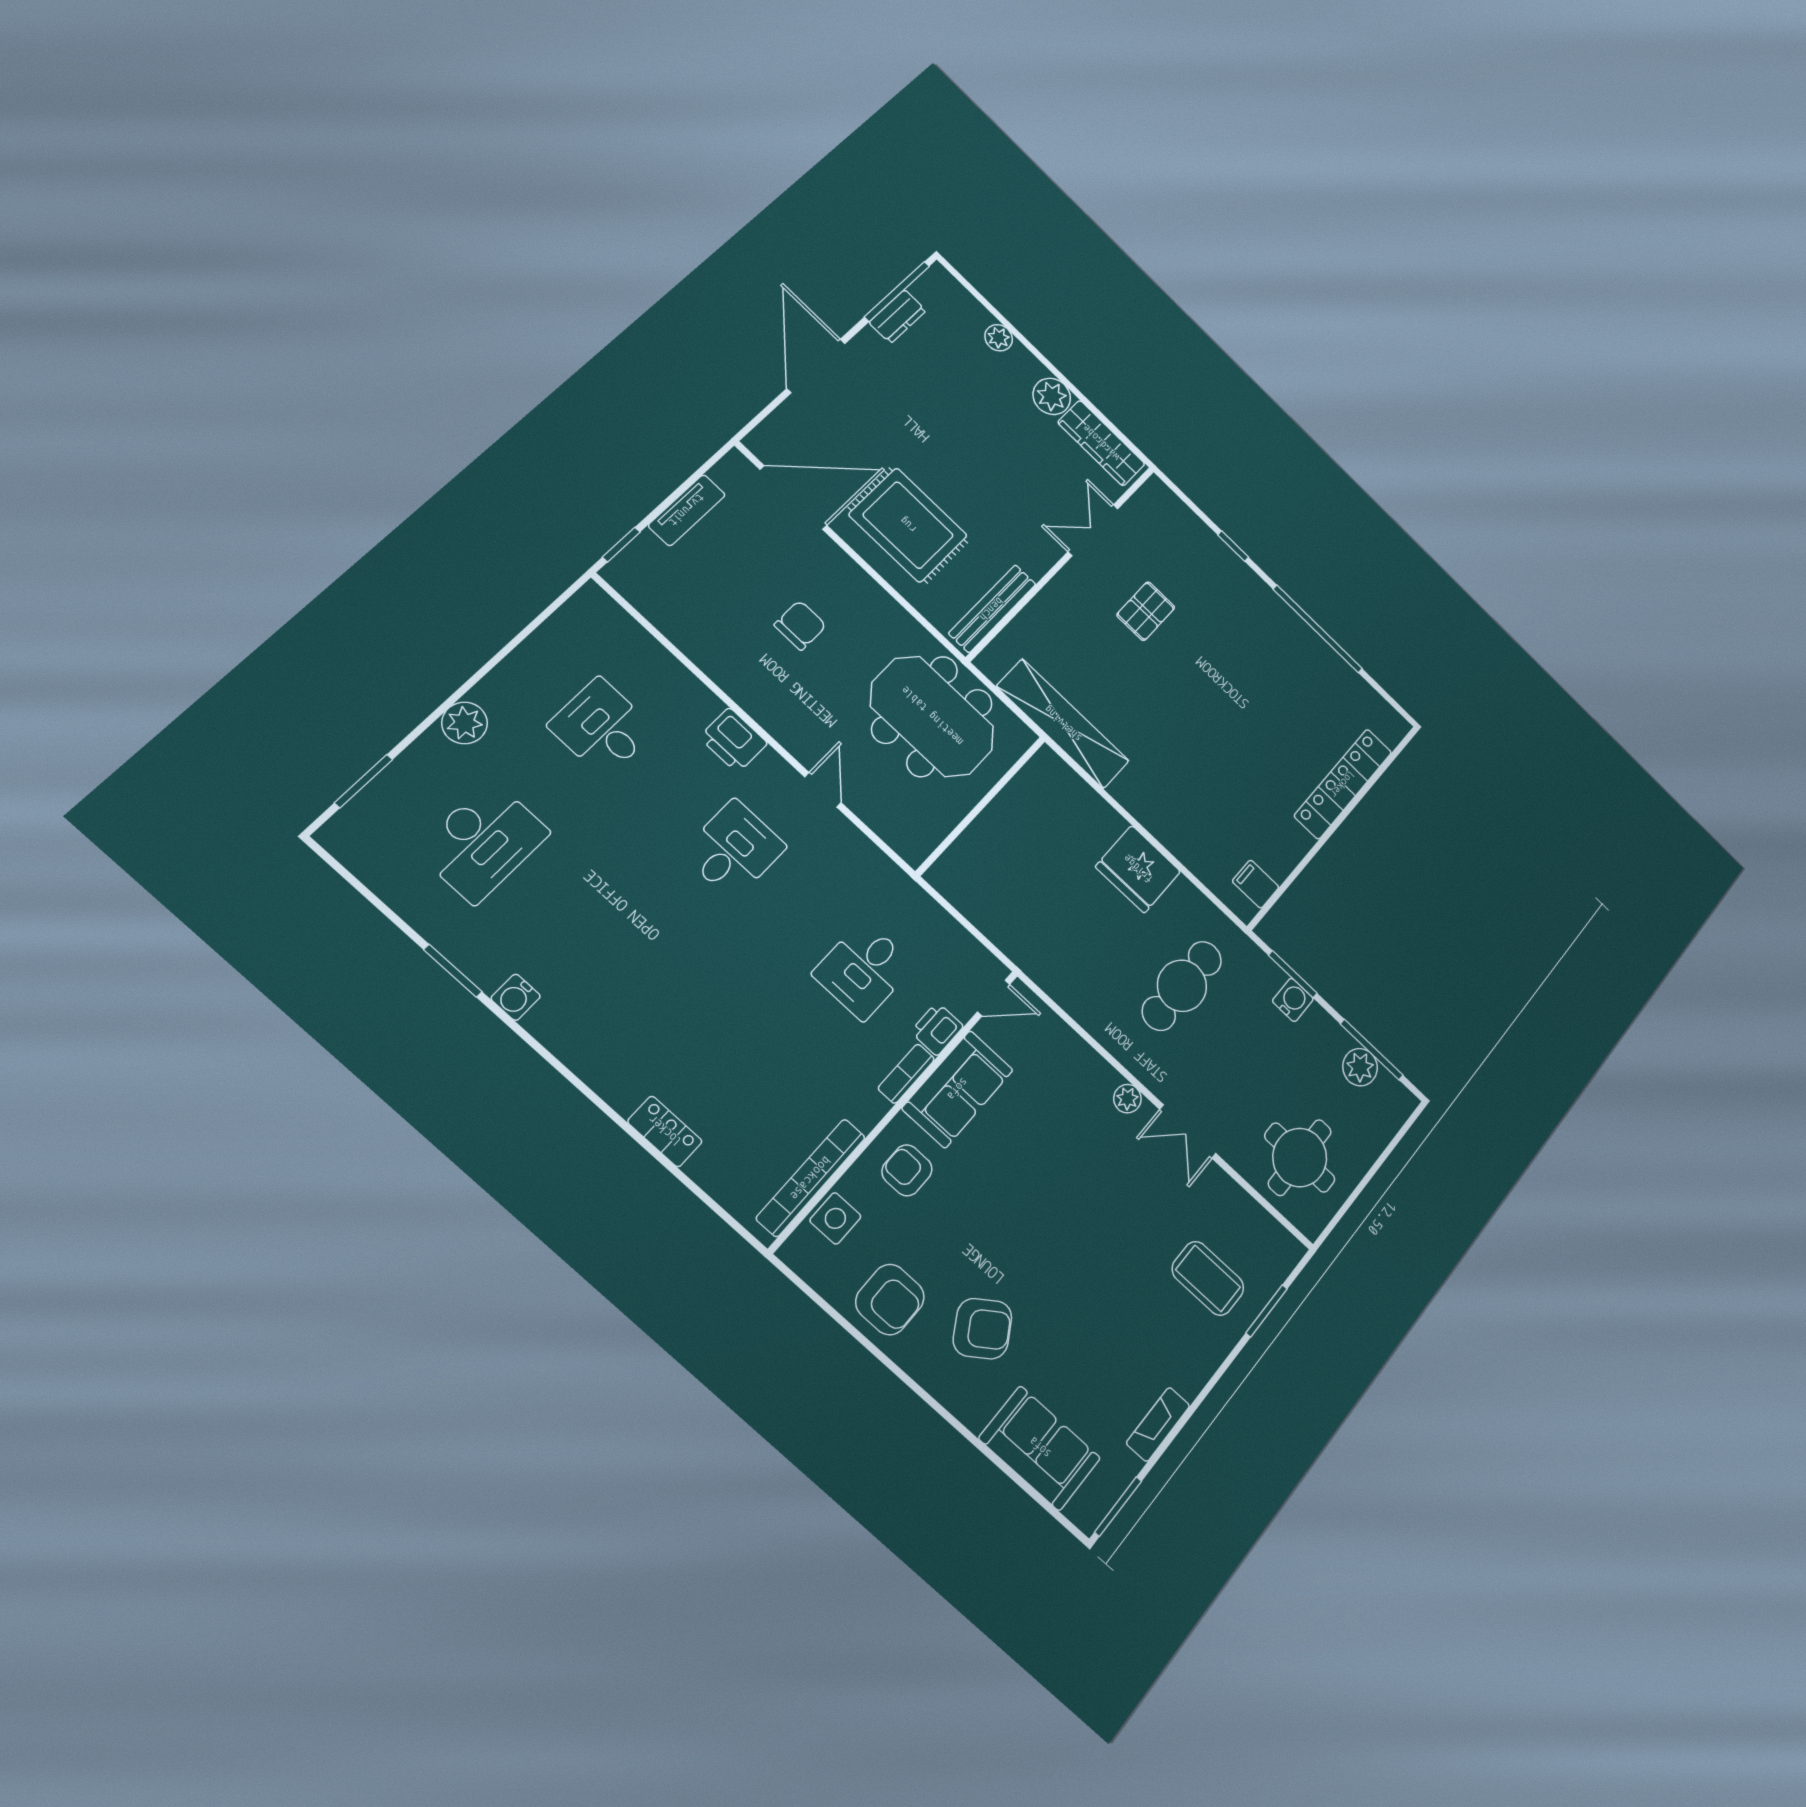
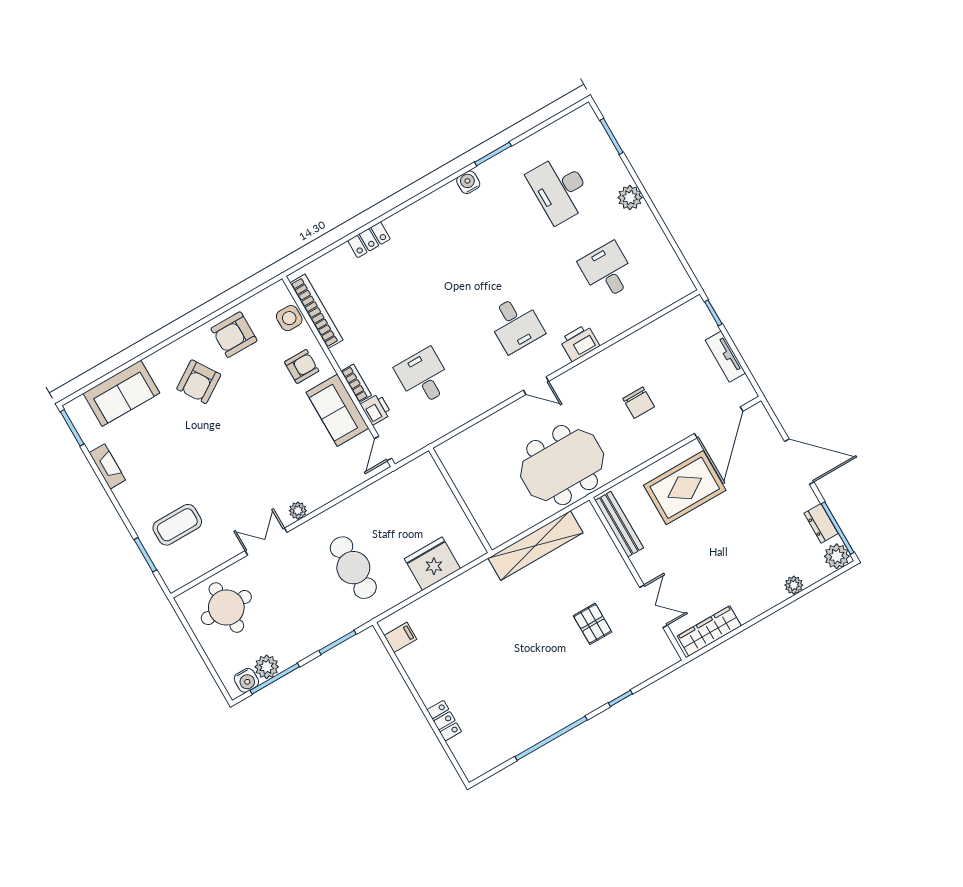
plant: (1052, 396) -> (837, 556), moved
desk: (602, 728) -> (607, 271), turned -90
locker: (1343, 784) -> (444, 721), width x0.46, depth x0.83
wall: (981, 806) -> (460, 500), moved
water cooler: (1293, 1000) -> (246, 680), moved

